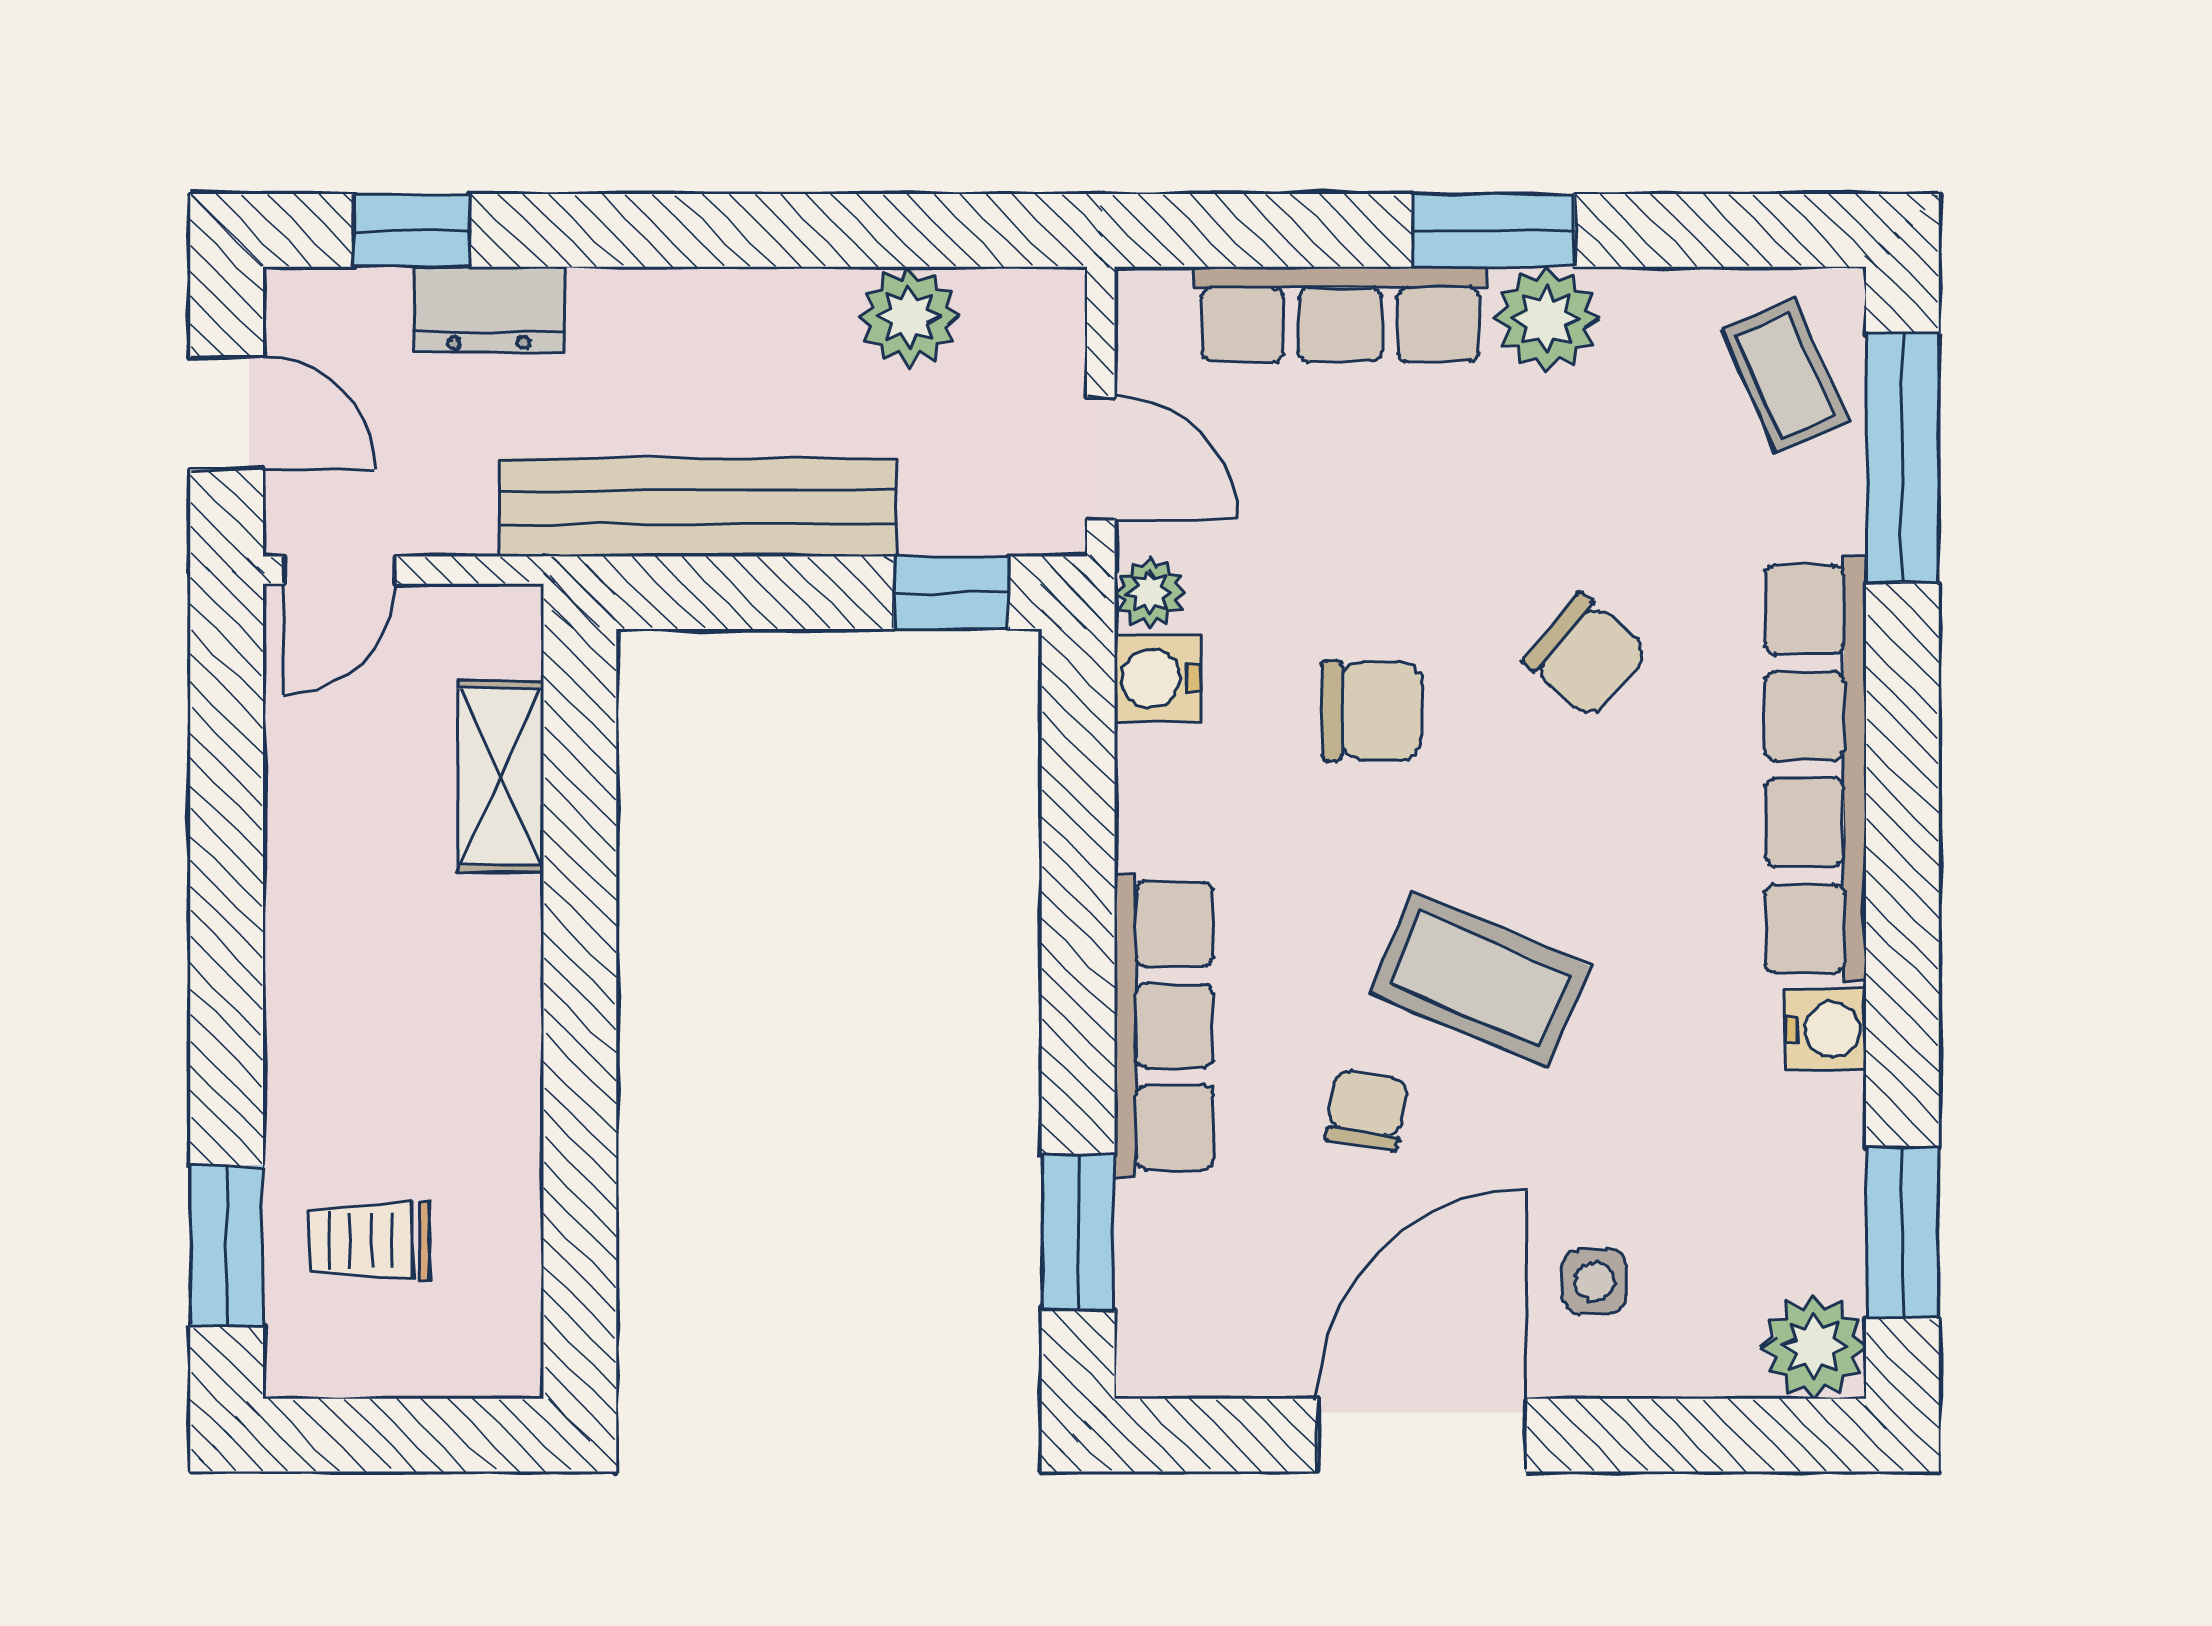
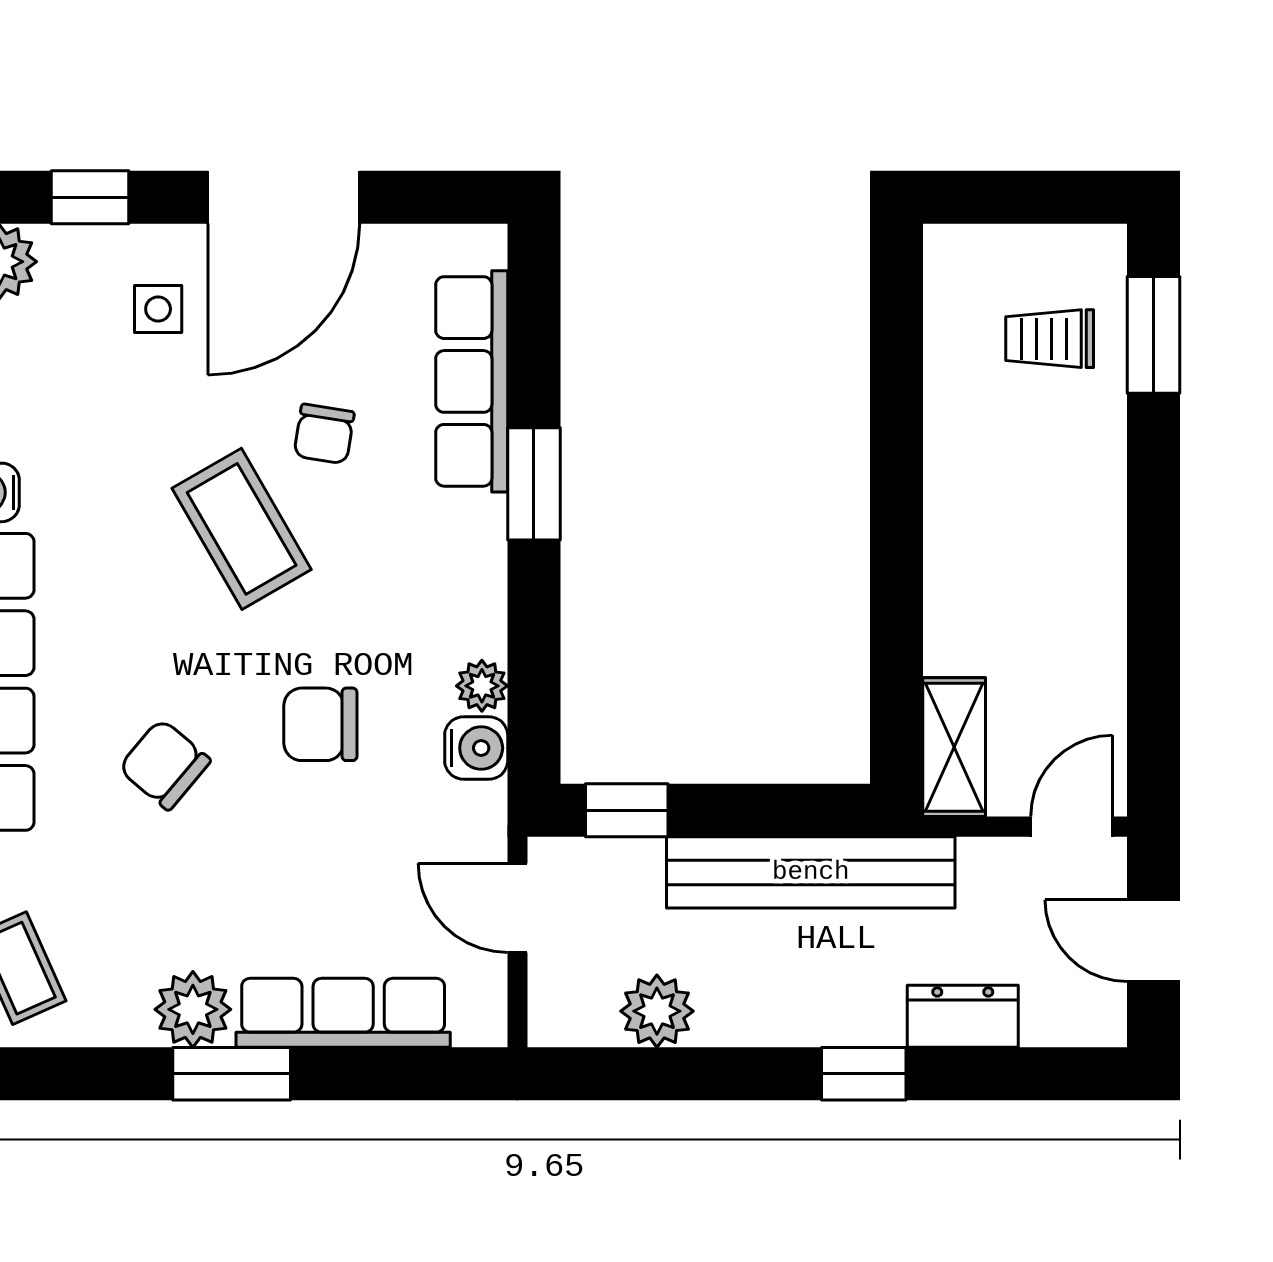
window: (412, 230) -> (864, 1074), moved
plant: (1150, 593) -> (482, 686), moved
shelving: (501, 776) -> (954, 747), moved
coffee table: (1480, 979) -> (242, 529), turned 37
row of seats: (1164, 1026) -> (472, 381), moved
window: (1078, 1232) -> (534, 484), moved
trolley: (369, 1241) -> (1050, 339), turned 180
window: (1688, 1435) -> (90, 197), added

